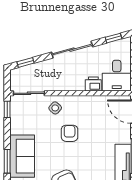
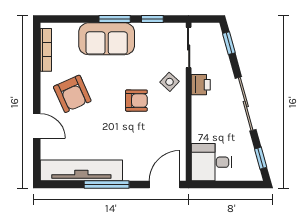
printer: (93, 84) -> (201, 85), moved
window: (7, 109) -> (152, 19), moved
window: (7, 161) -> (115, 19), moved

